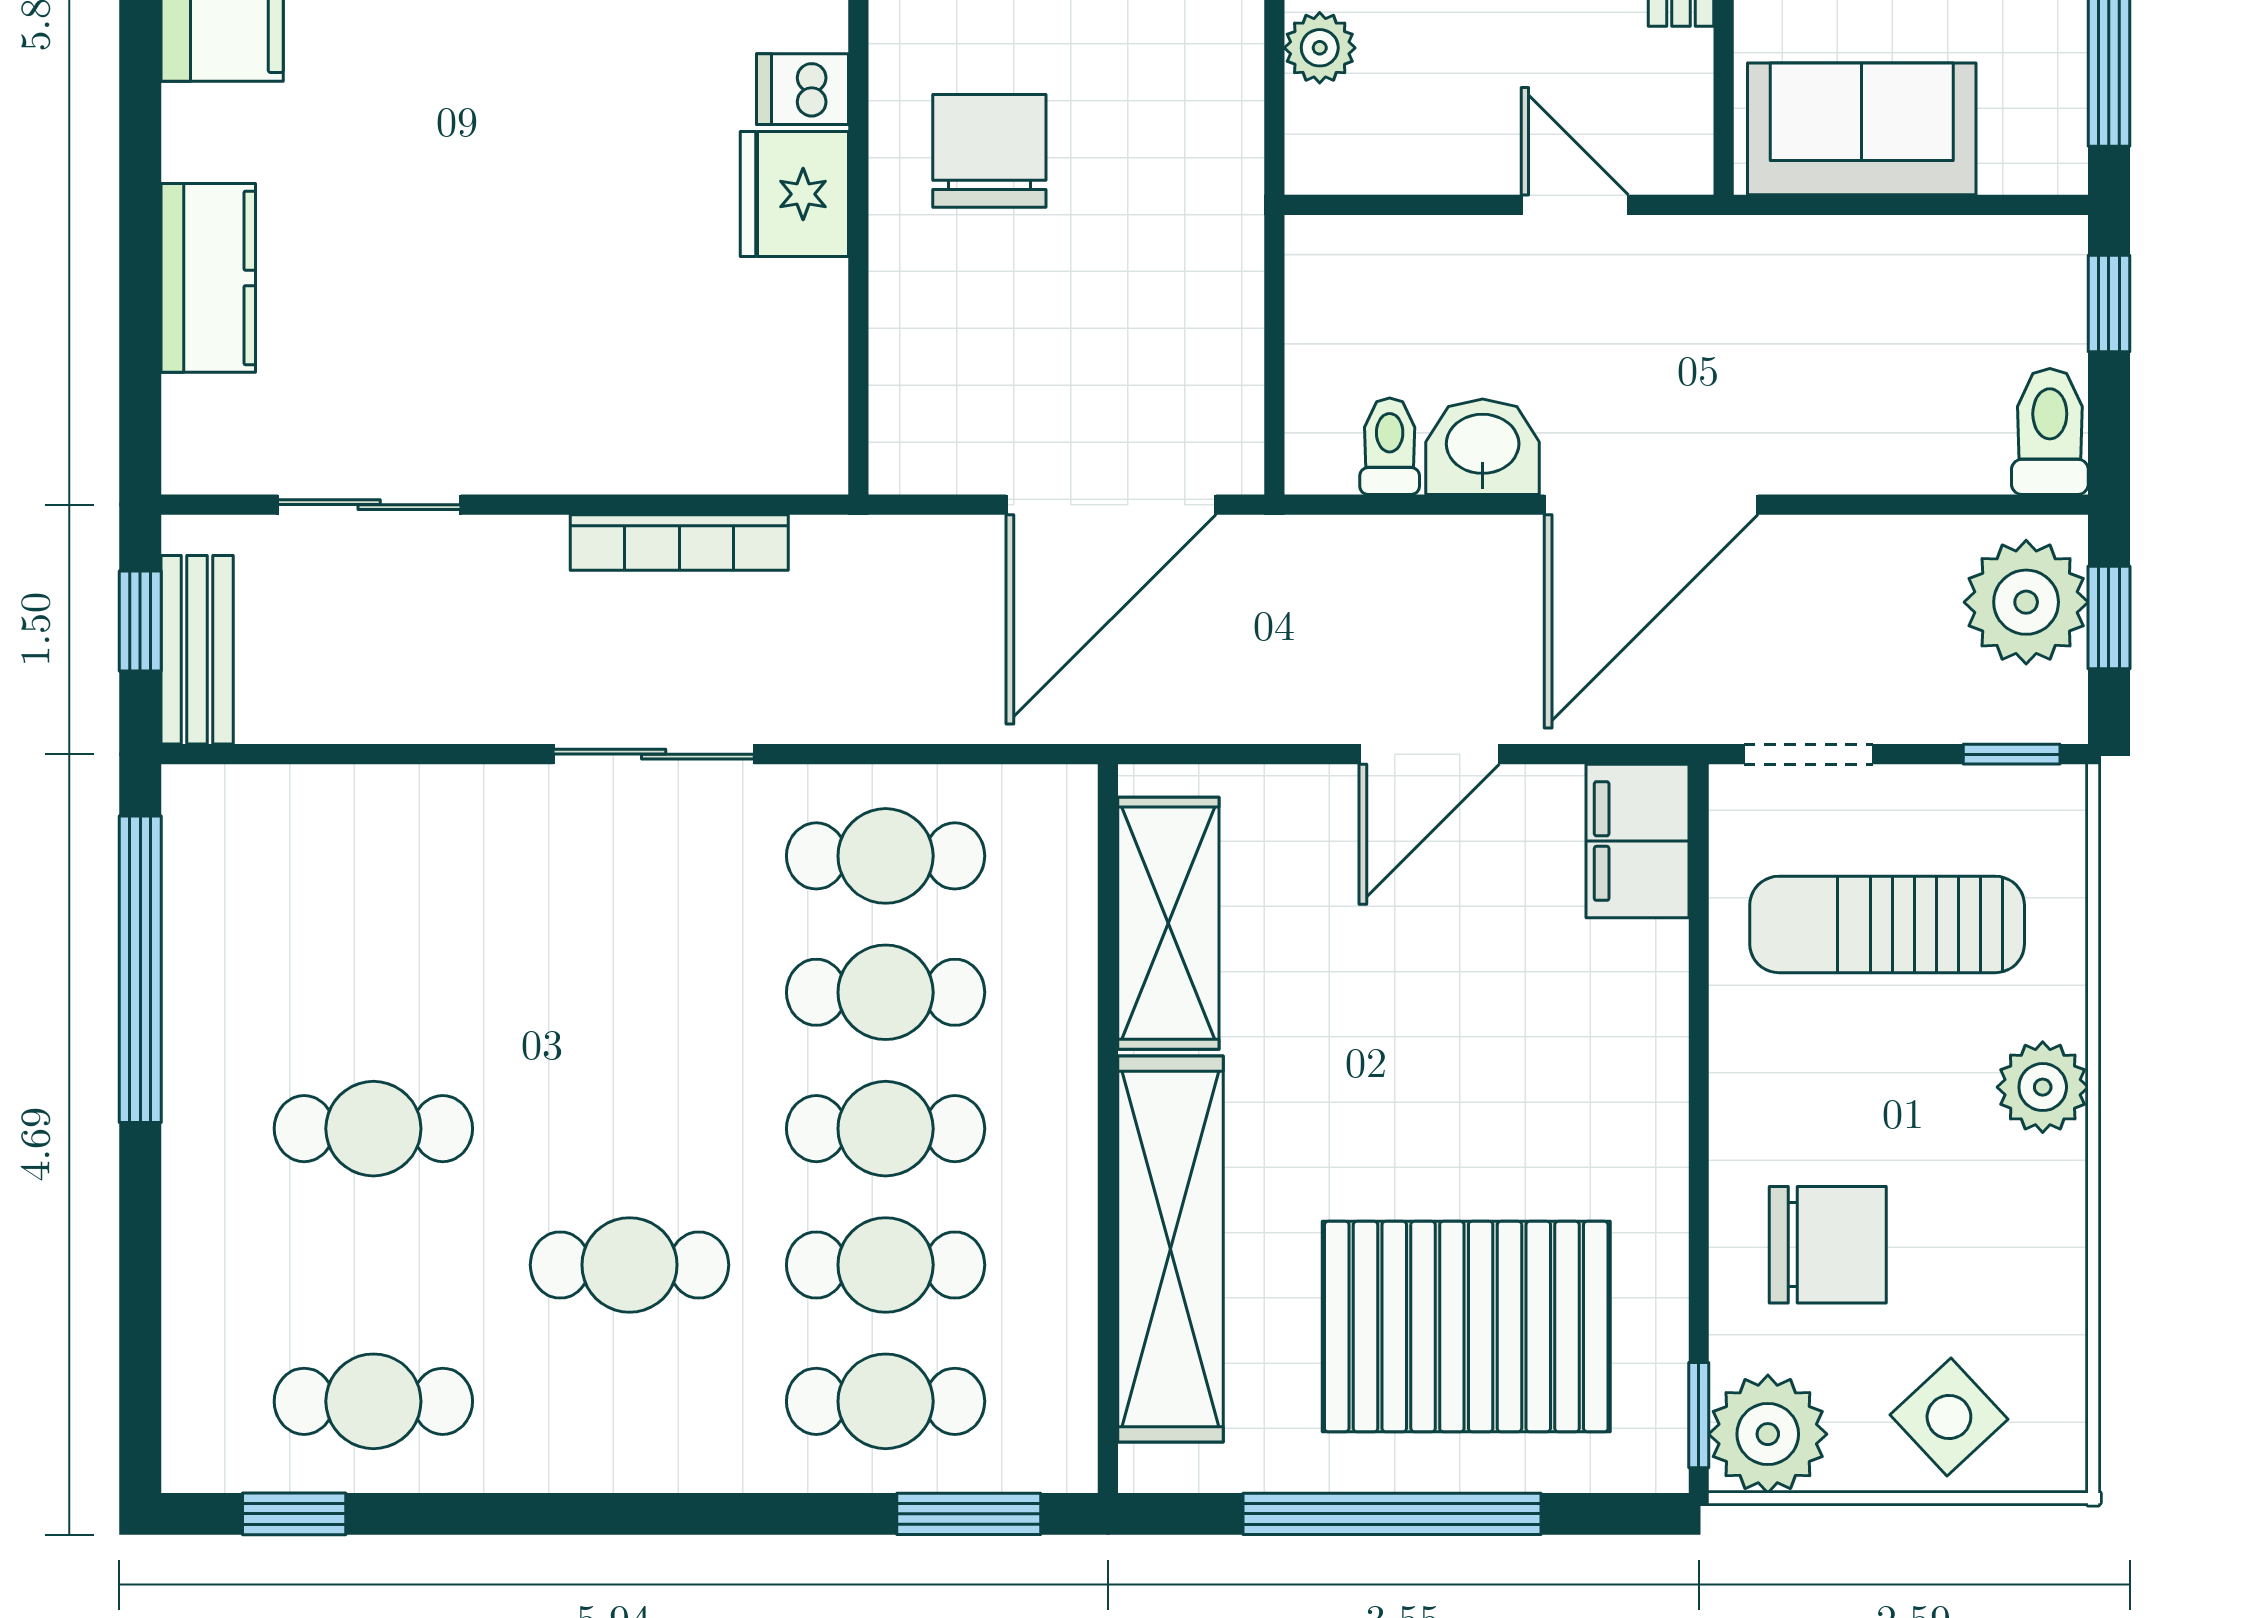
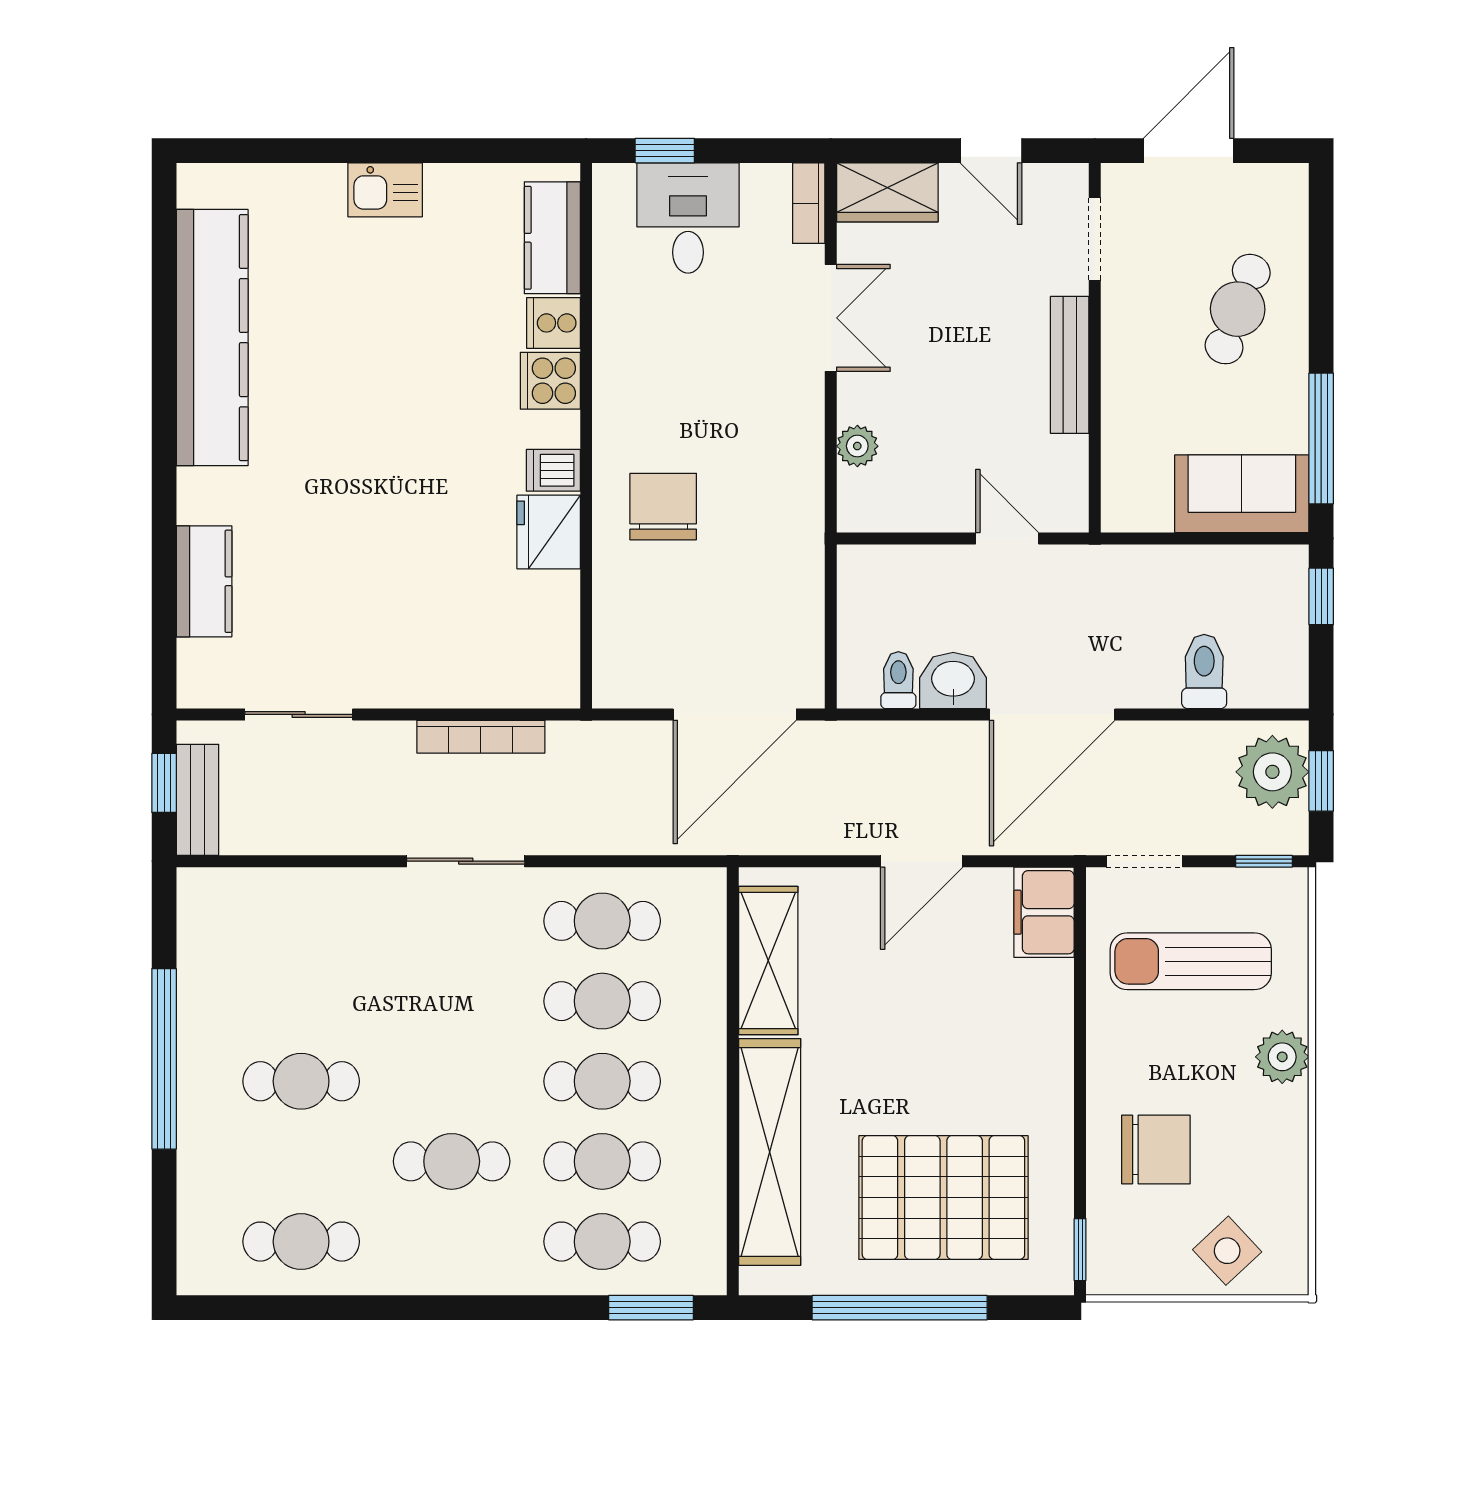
sofa: (1862, 129) -> (1242, 494), moved
toilet: (2050, 431) -> (1204, 672), moved
window: (140, 969) -> (164, 1059), moved
plant: (1768, 1434) -> (1121, 1261), removed
window: (294, 1514) -> (255, 1308), removed

